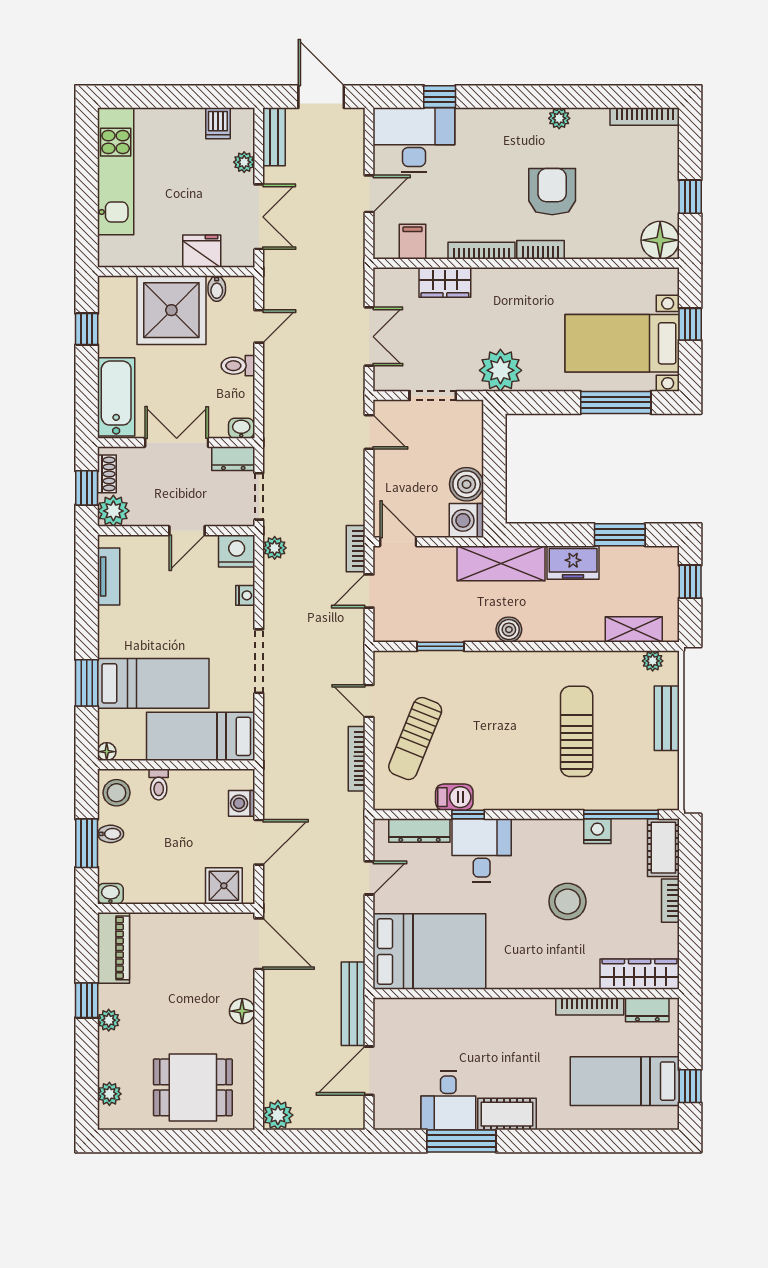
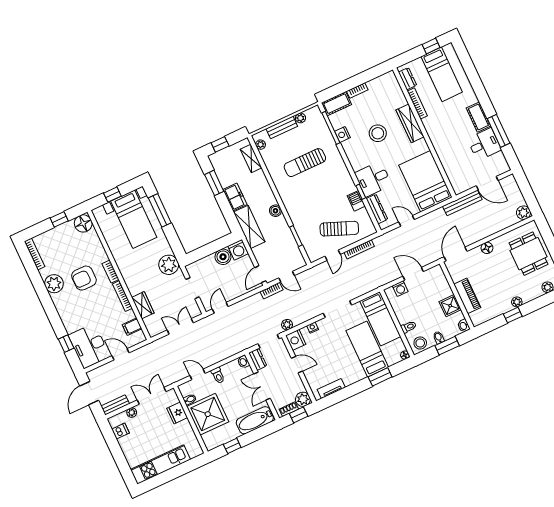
plant: (559, 118) -> (54, 284), width x1.88, depth x1.88
plant: (668, 764) -> (300, 118), added
shower: (224, 886) -> (450, 306), moved
piano: (114, 948) -> (467, 296), moved, turned 90
wardrobe: (640, 974) -> (410, 123), moved

